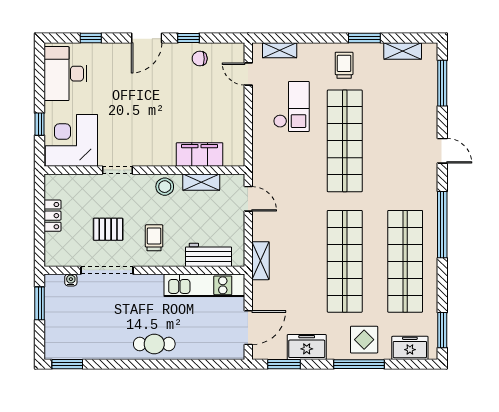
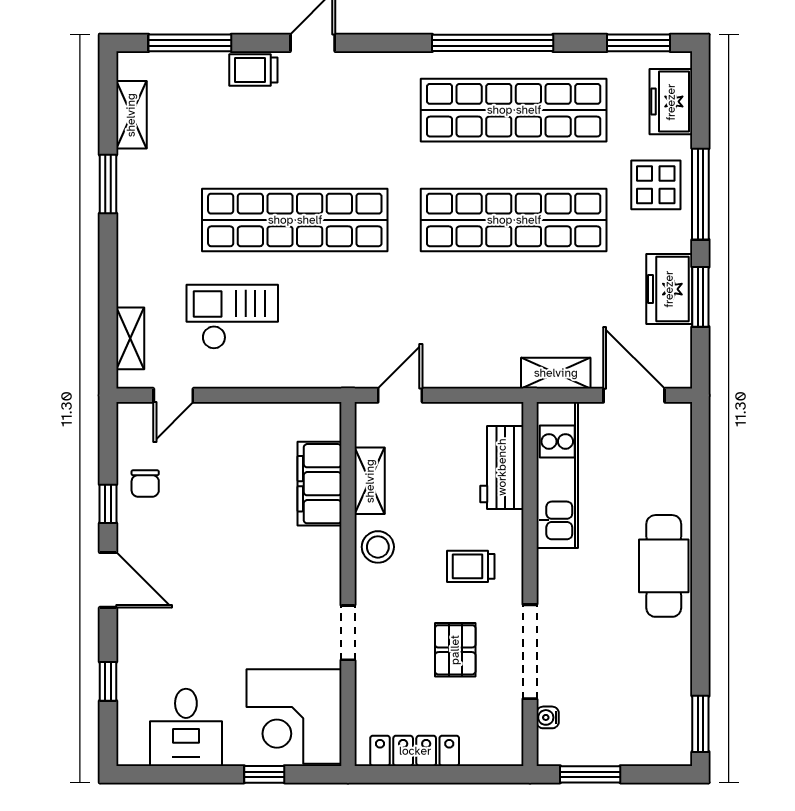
trolley: (344, 65) -> (253, 70), moved
desk: (65, 74) -> (186, 727), width x0.73
locker: (53, 216) -> (415, 751), width x1.53
window: (442, 225) -> (493, 43), moved
shelving: (260, 261) -> (556, 373), moved
cafe table: (154, 344) -> (664, 566), width x1.37, depth x1.35
window: (284, 364) -> (700, 297), moved

